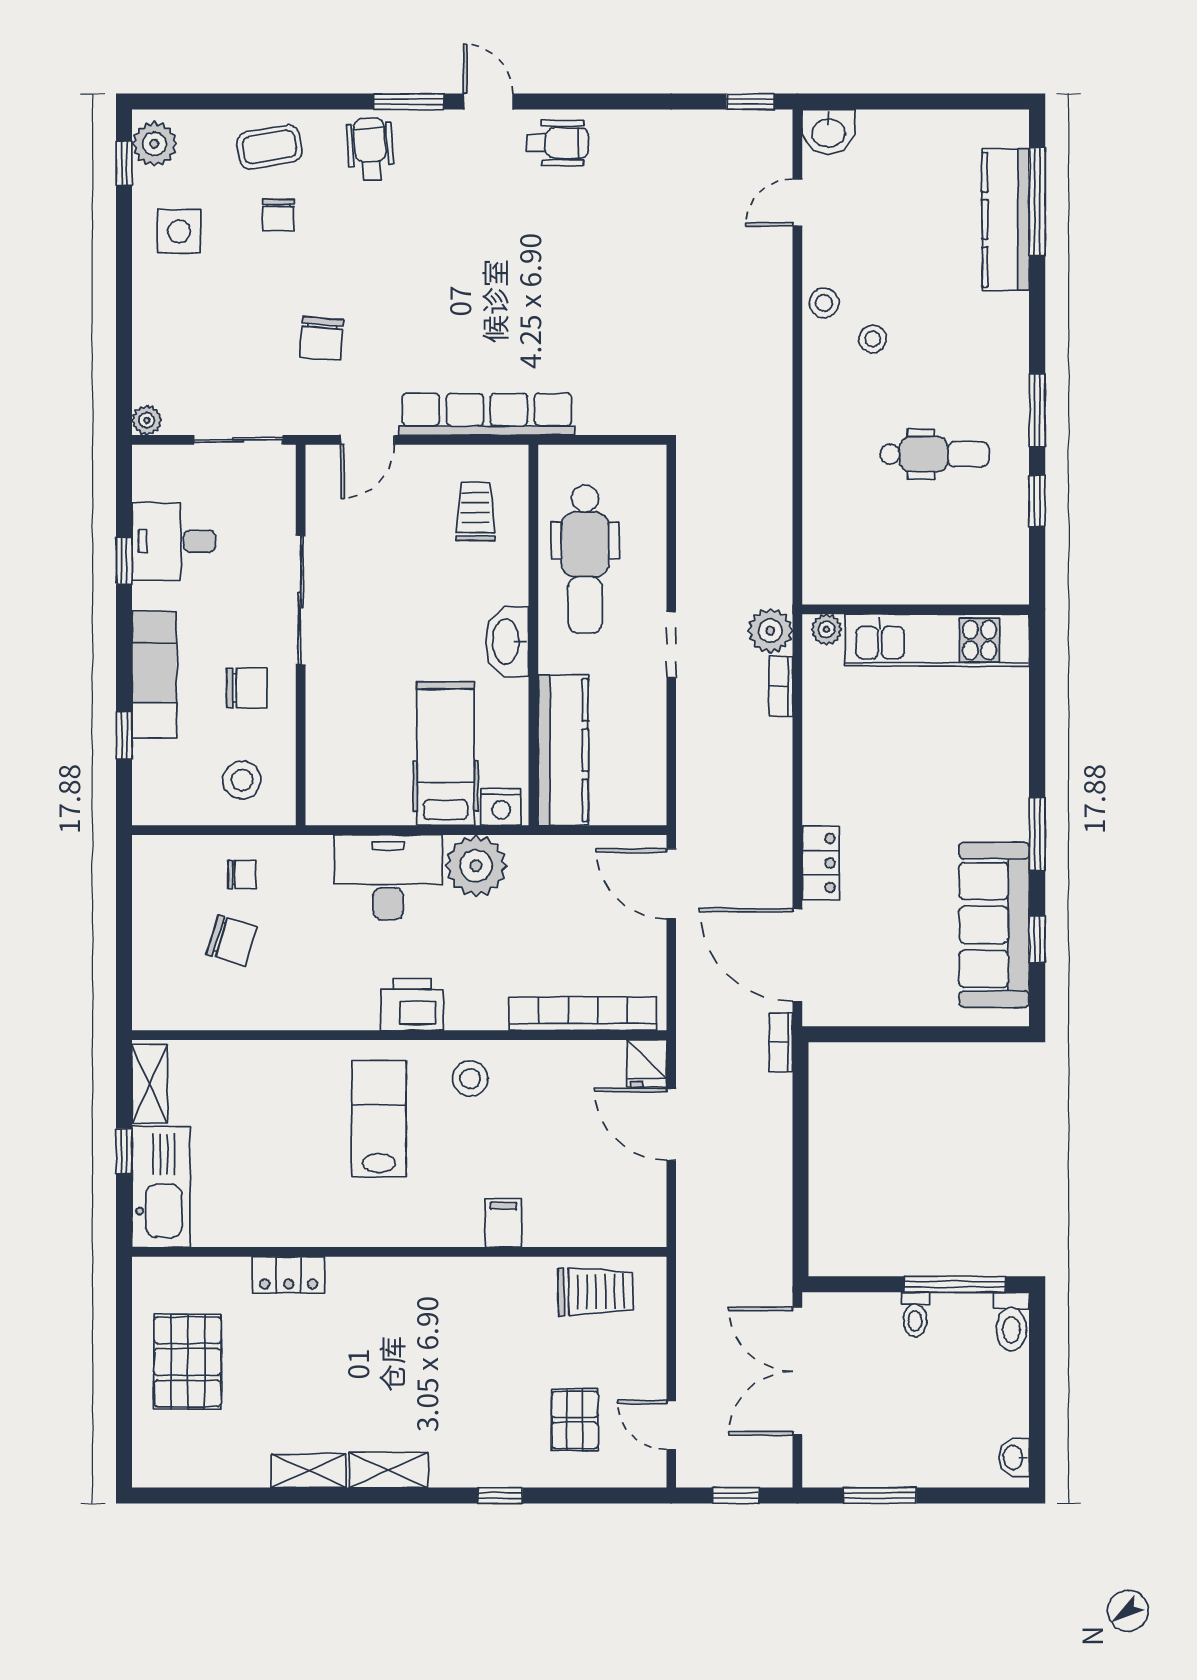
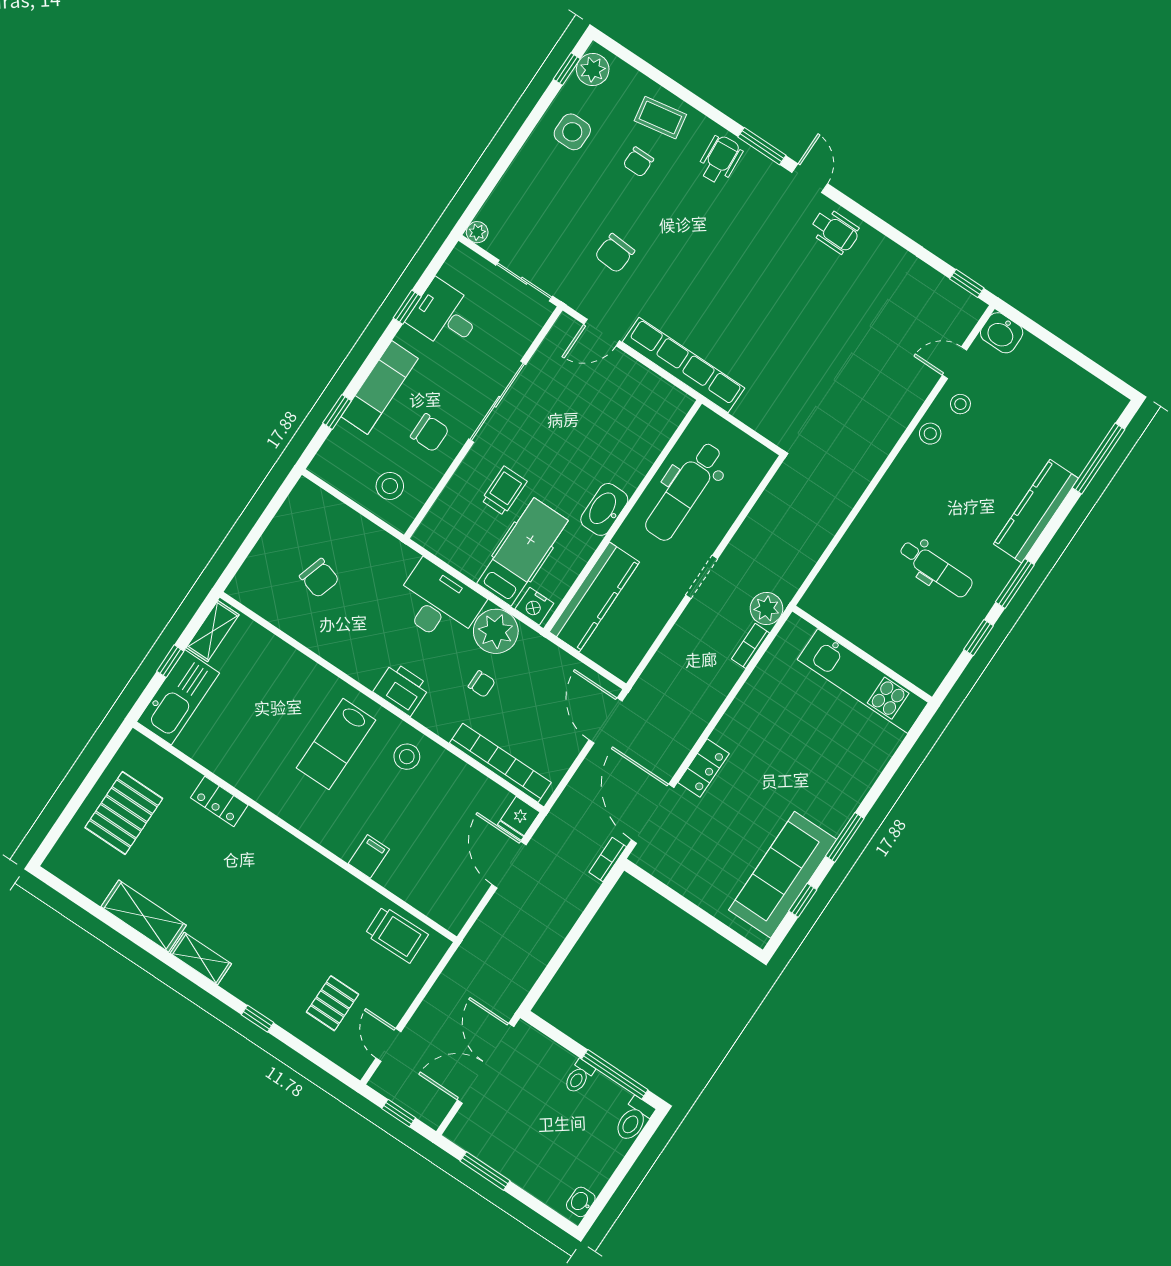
kitchen counter: (1006, 220) -> (1036, 511), moved
stool: (873, 339) -> (960, 404), moved
trolley: (476, 512) -> (504, 491), moved
plant: (827, 629) -> (801, 630), removed
chair: (242, 874) -> (482, 684), moved
lab bench: (379, 1119) -> (336, 744), turned 180
shelving: (309, 1471) -> (144, 916), width x1.50, depth x1.33

